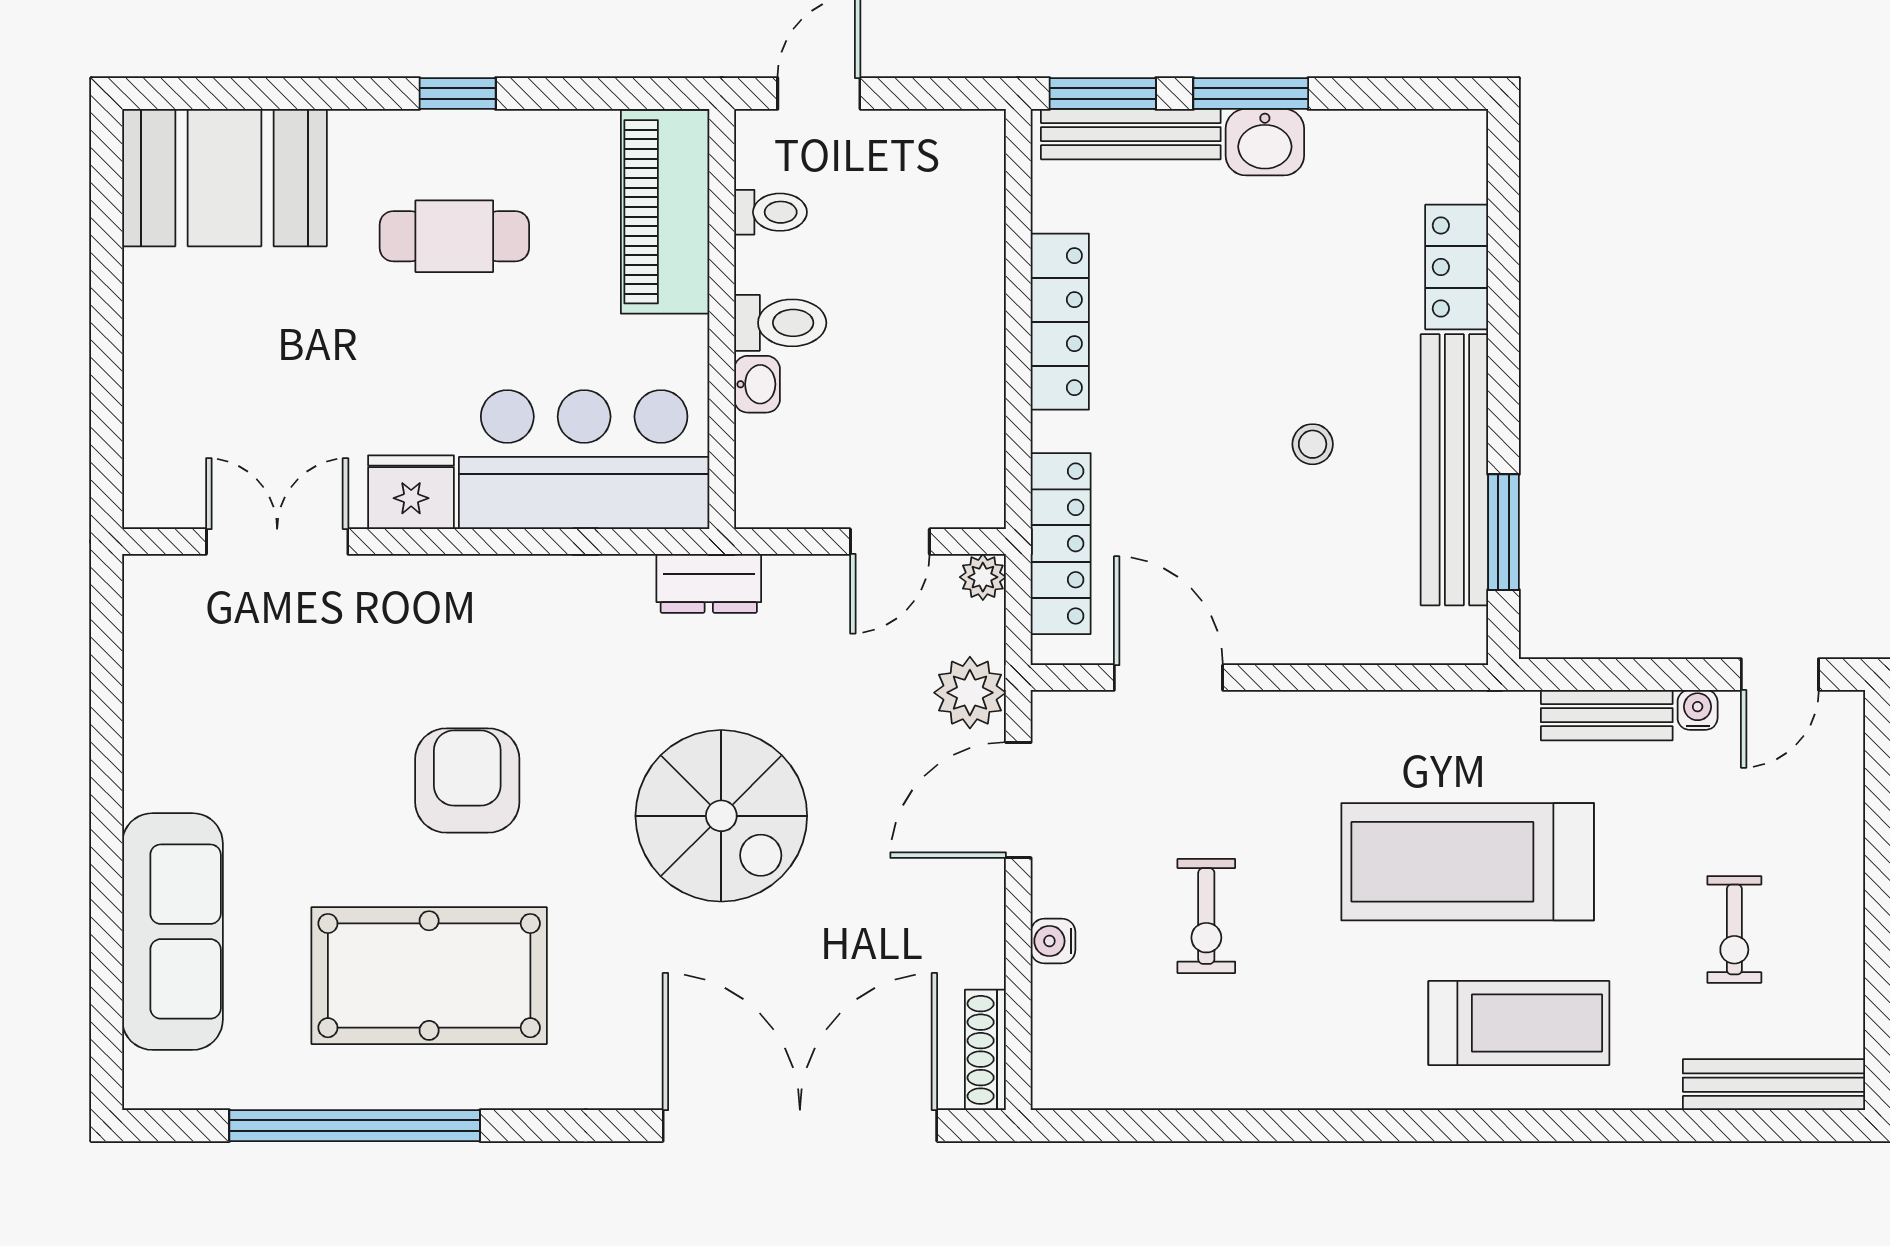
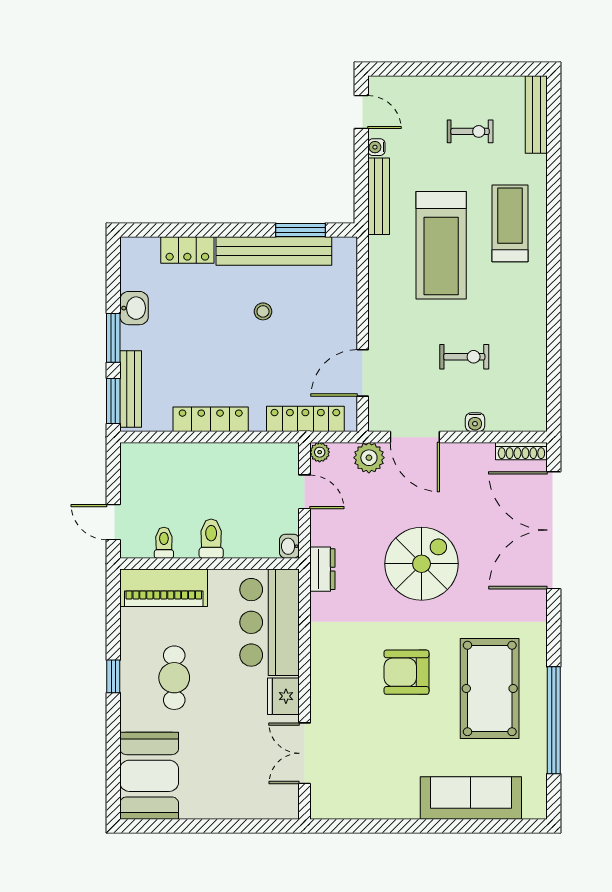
washbasin: (1265, 142) -> (134, 308), moved
washbasin: (757, 384) -> (289, 546), moved, turned -90
bench: (1607, 715) -> (379, 196), width x1.36

